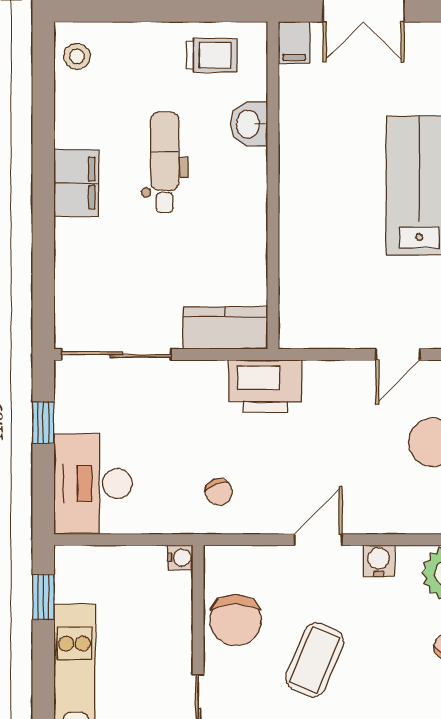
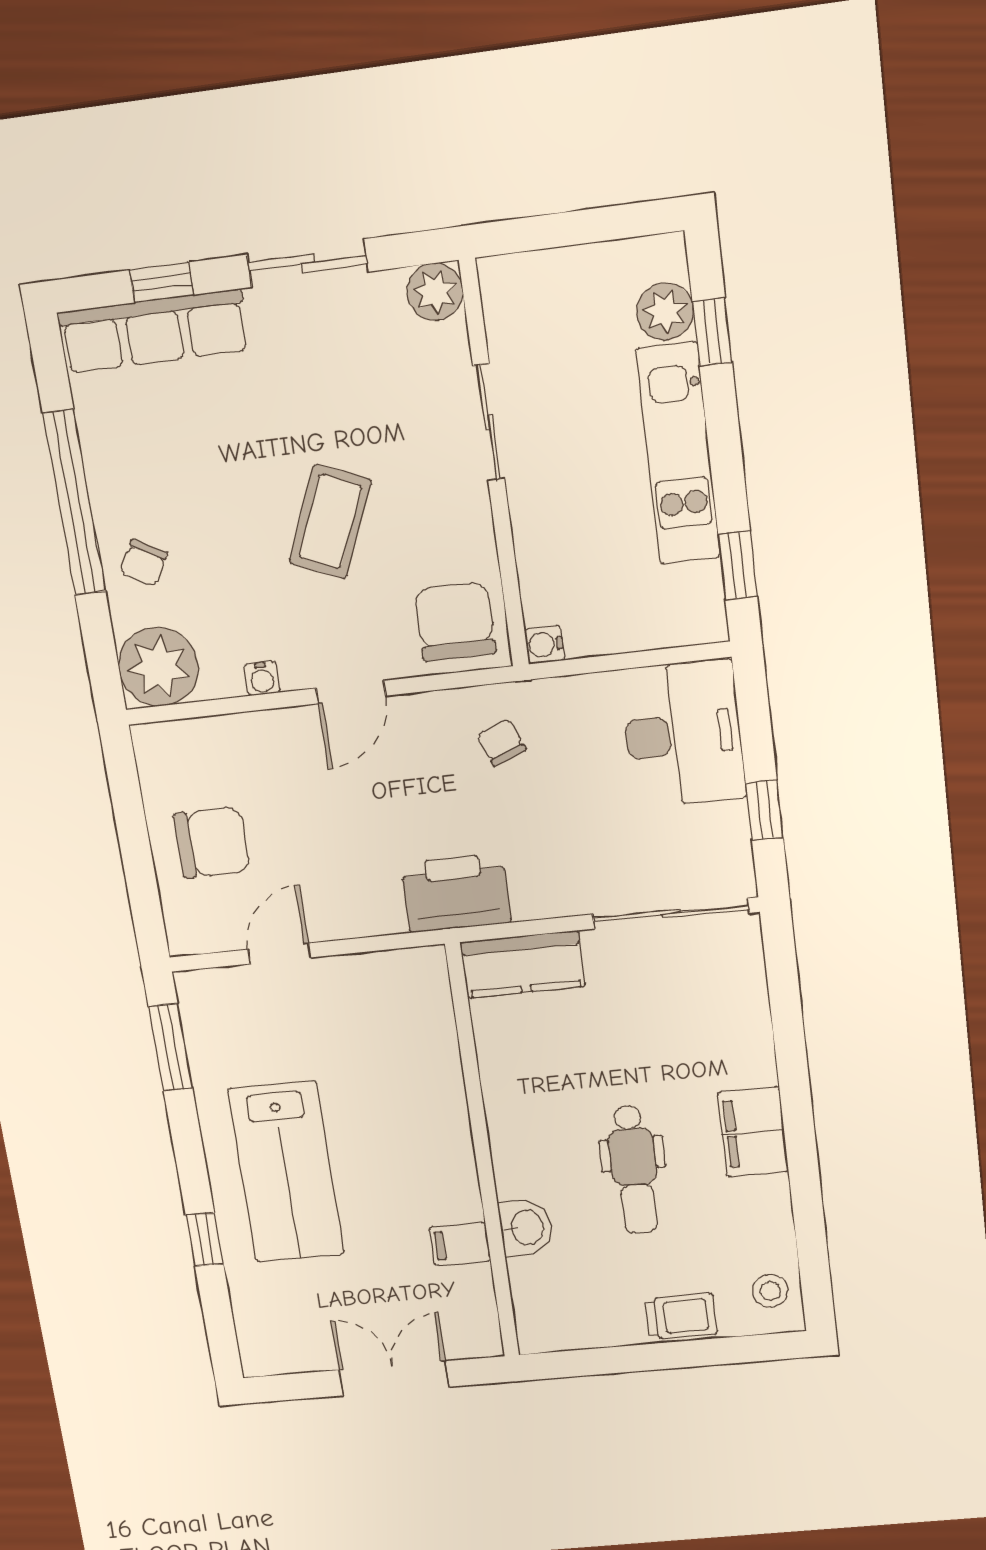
filing cabinet: (294, 43) -> (460, 1244), moved, turned -90
trolley: (212, 55) -> (681, 1316), moved, turned 180
water cooler: (379, 561) -> (262, 679), width x0.72, depth x0.72
chair: (236, 620) -> (455, 621), moved

